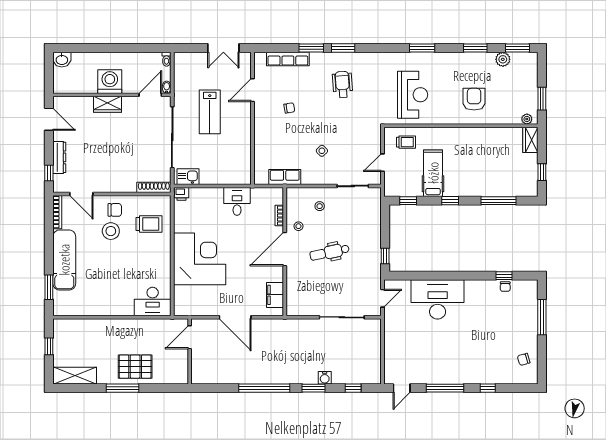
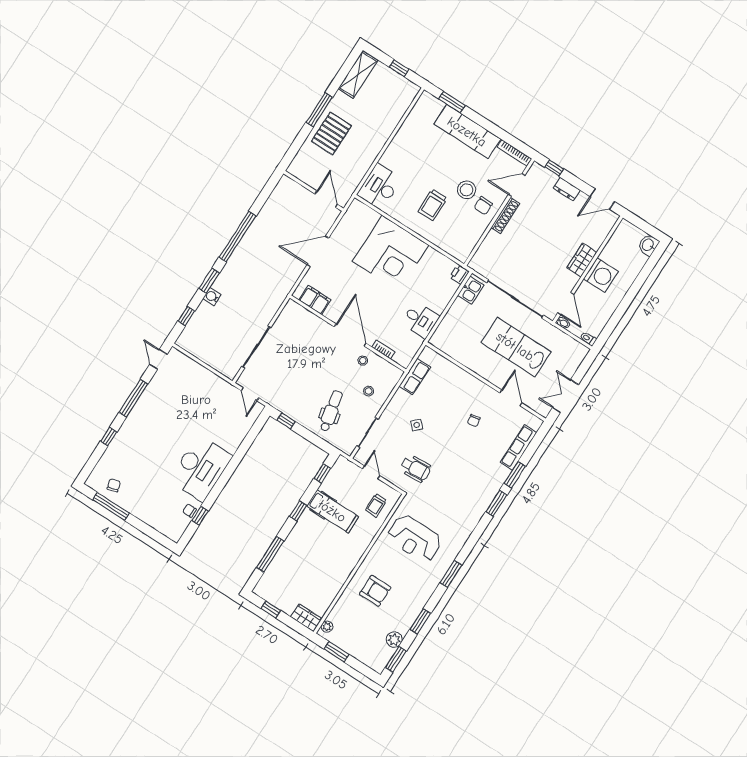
wheelchair: (342, 84) -> (416, 468), moved
lab bench: (210, 112) -> (516, 347), width x1.36, depth x1.39
dresser: (59, 157) -> (567, 189), width x0.70
shoe rack: (154, 187) -> (505, 215), moved
trolley: (149, 224) -> (433, 205), moved
dental chair: (329, 252) -> (331, 411), moved
desk: (438, 299) -> (201, 468), moved
window: (542, 317) -> (111, 506), moved

